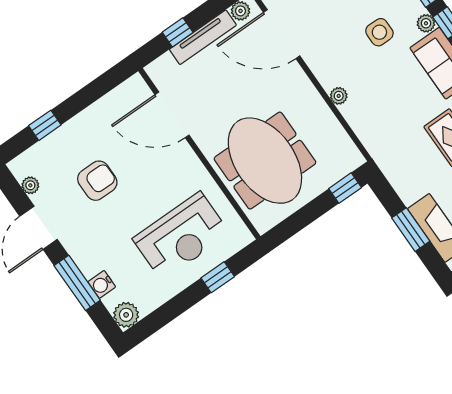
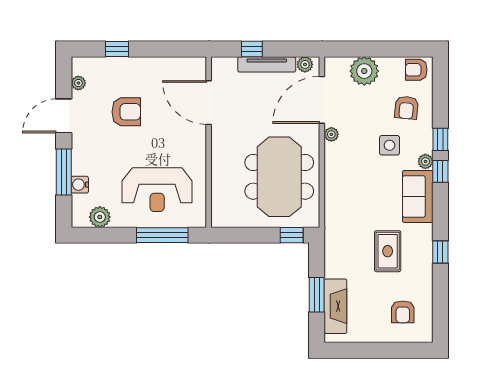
door: (282, 34) -> (322, 100), hinge flipped
plant: (339, 96) -> (331, 134), moved
meeting table: (265, 161) -> (279, 177), moved
window: (218, 277) -> (162, 235), width x2.17
plant: (126, 315) -> (100, 217), moved

